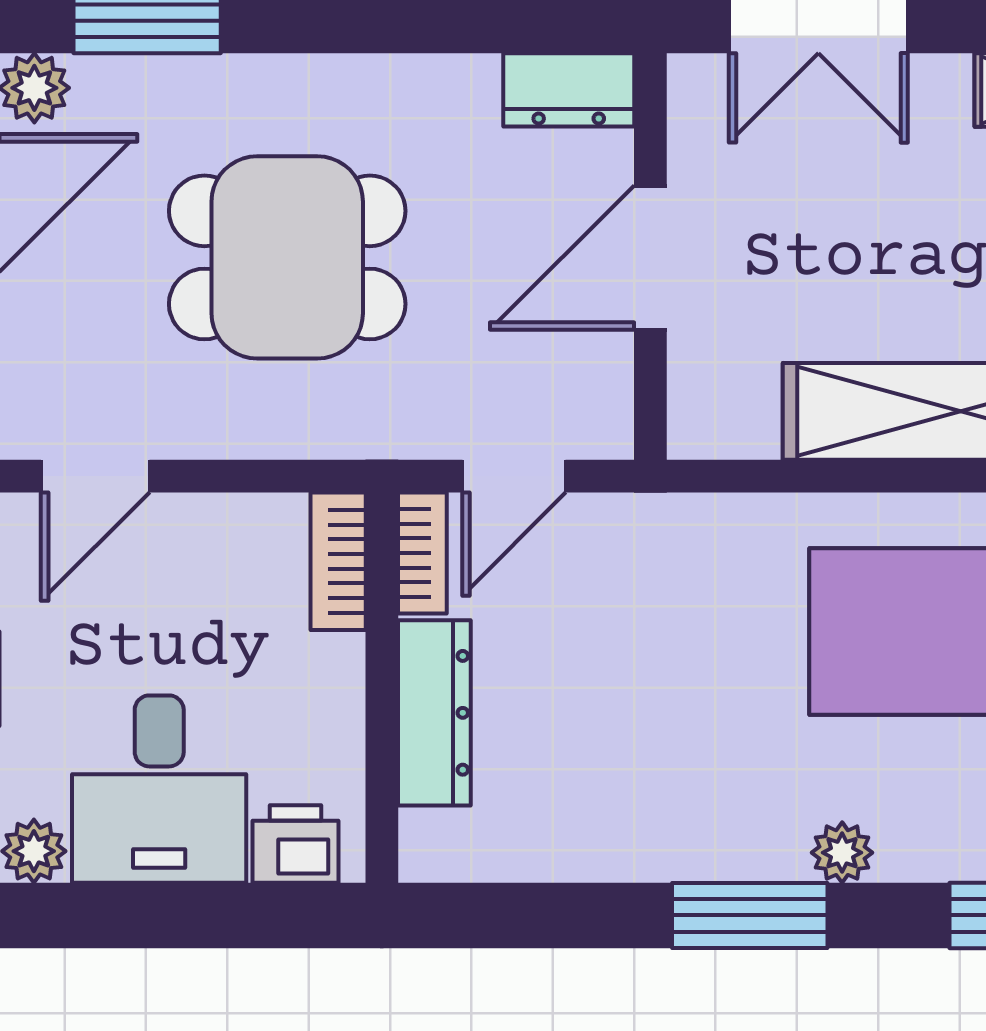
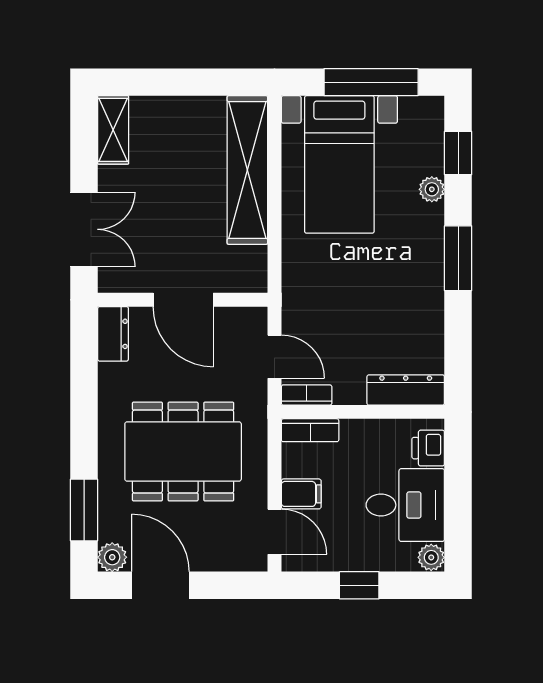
dining table: (287, 257) -> (183, 452), width x1.37
filing cabinet: (186, 540) -> (301, 494), added
dresser: (434, 713) -> (406, 390), moved
plant: (842, 853) -> (432, 189), moved

